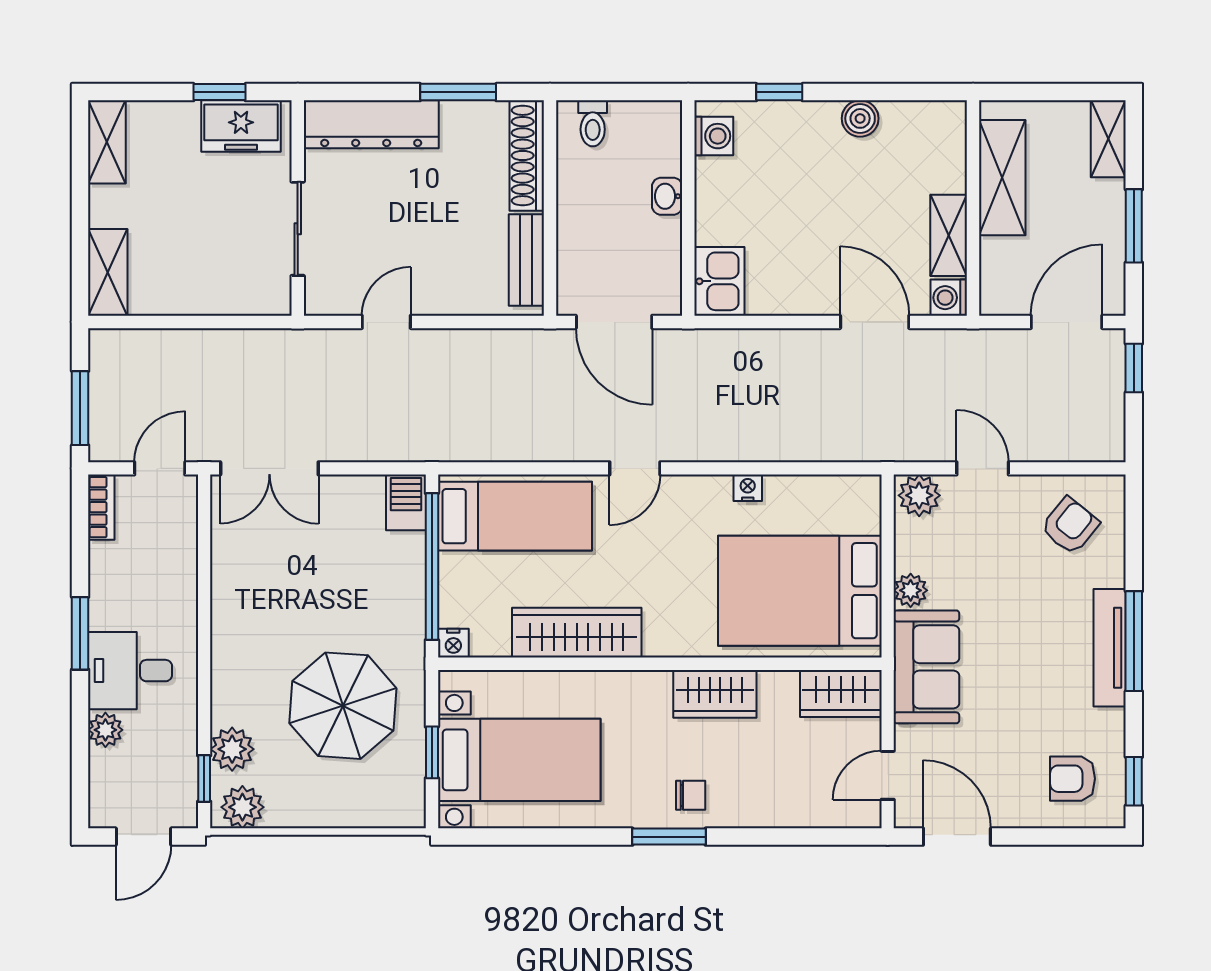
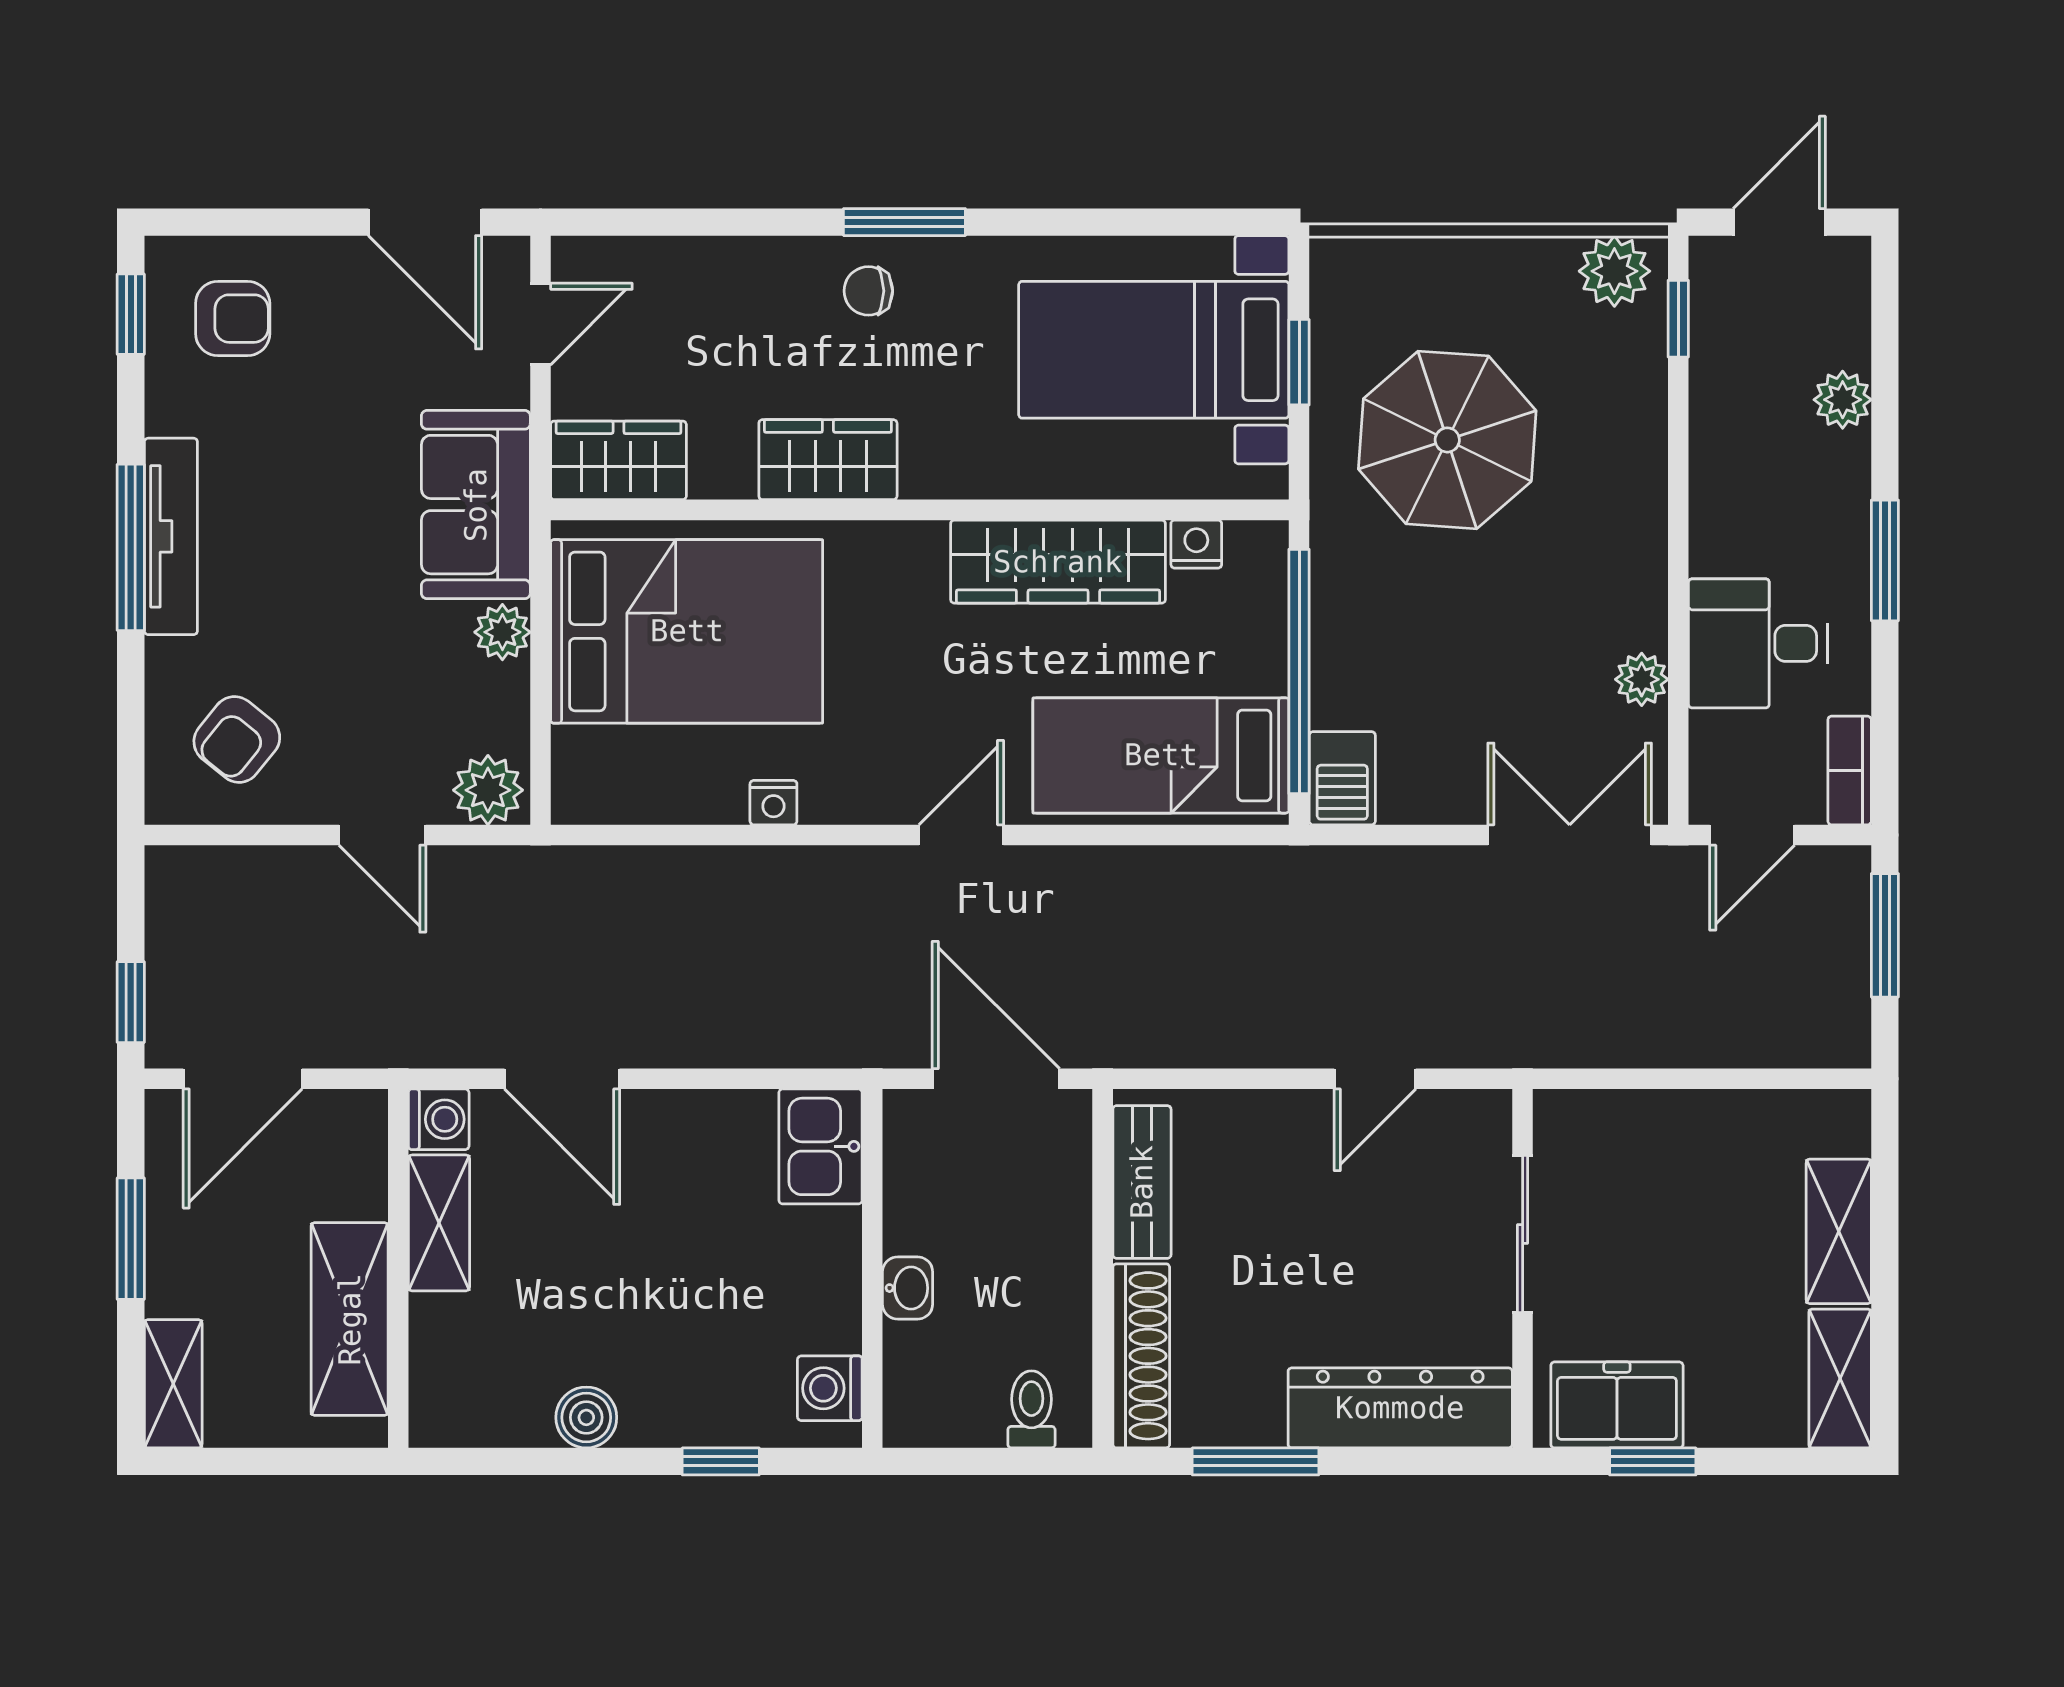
shelving: (108, 272) -> (1839, 1231), moved
nightstand: (453, 643) -> (1196, 544), moved
desk: (130, 671) -> (1758, 643), moved, turned 180
plant: (232, 749) -> (1642, 679), moved, width x0.73, depth x0.73

